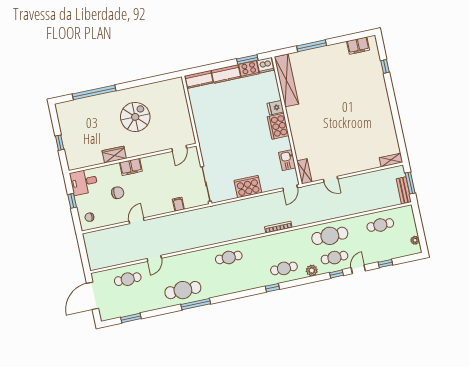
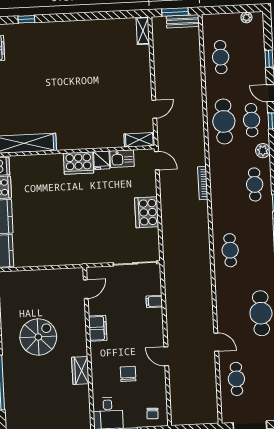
fridge: (275, 108) -> (102, 160), moved
spiral stairs: (135, 117) -> (38, 337), turned 90
door: (179, 148) -> (86, 289), hinge flipped
filing cabinet: (131, 167) -> (98, 328), moved

